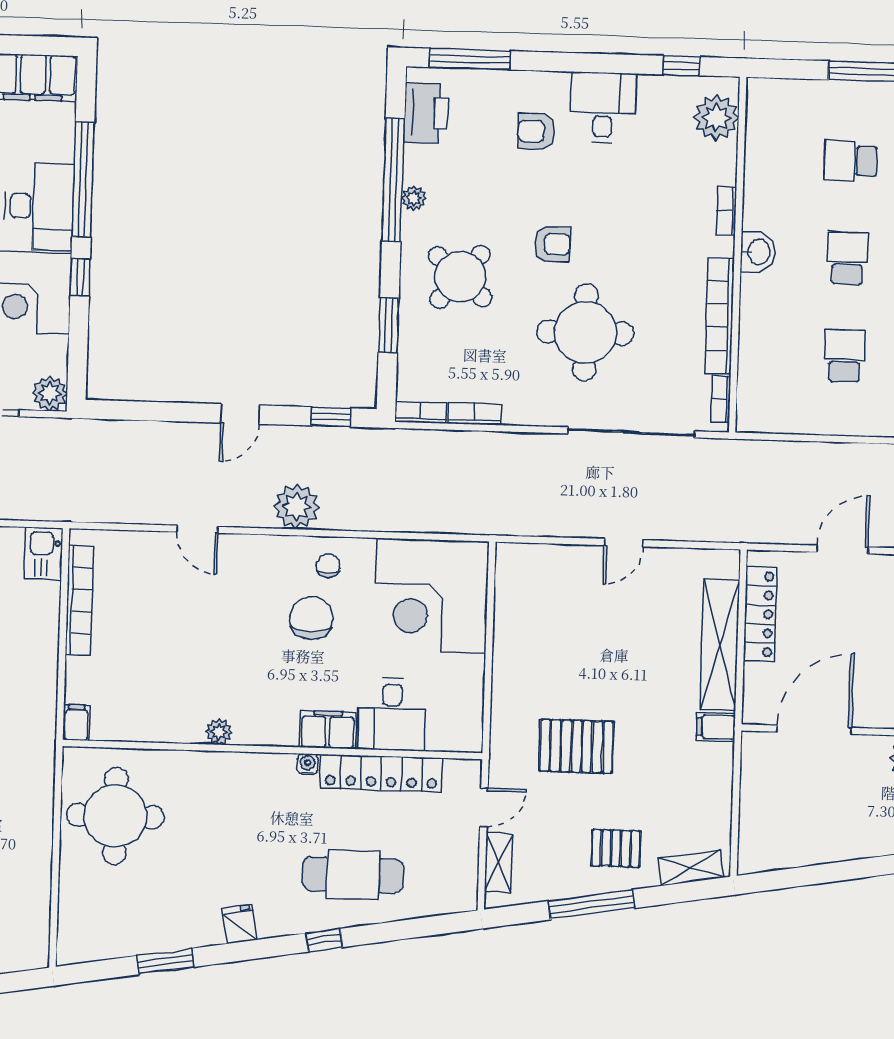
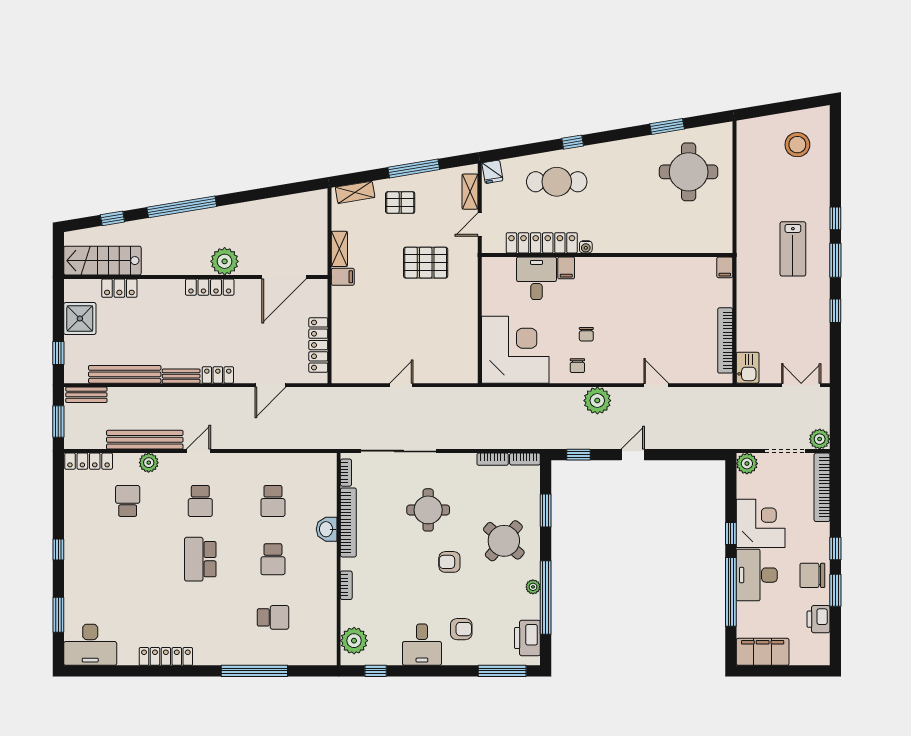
washbasin: (758, 252) -> (327, 529), moved
round table: (585, 332) -> (428, 510), width x0.73, depth x0.73
chair: (311, 618) -> (586, 334), width x0.54, depth x0.54
shelving: (720, 645) -> (339, 249), moved, width x0.45, depth x0.75
filing cabinet: (328, 730) -> (566, 268), width x0.50
plant: (219, 732) -> (640, 265), removed
round table: (115, 816) -> (689, 172), moved
fridge: (240, 924) -> (492, 172), moved

